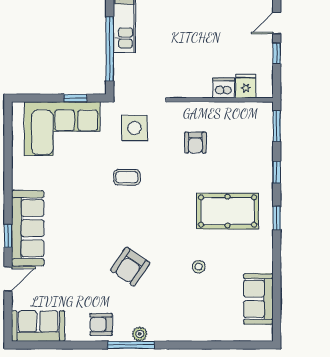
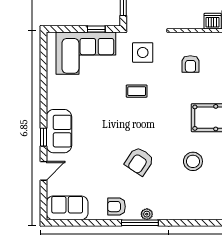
sofa: (28, 228) -> (59, 131), width x0.73
stool: (199, 267) -> (193, 161), width x1.89, depth x1.89

